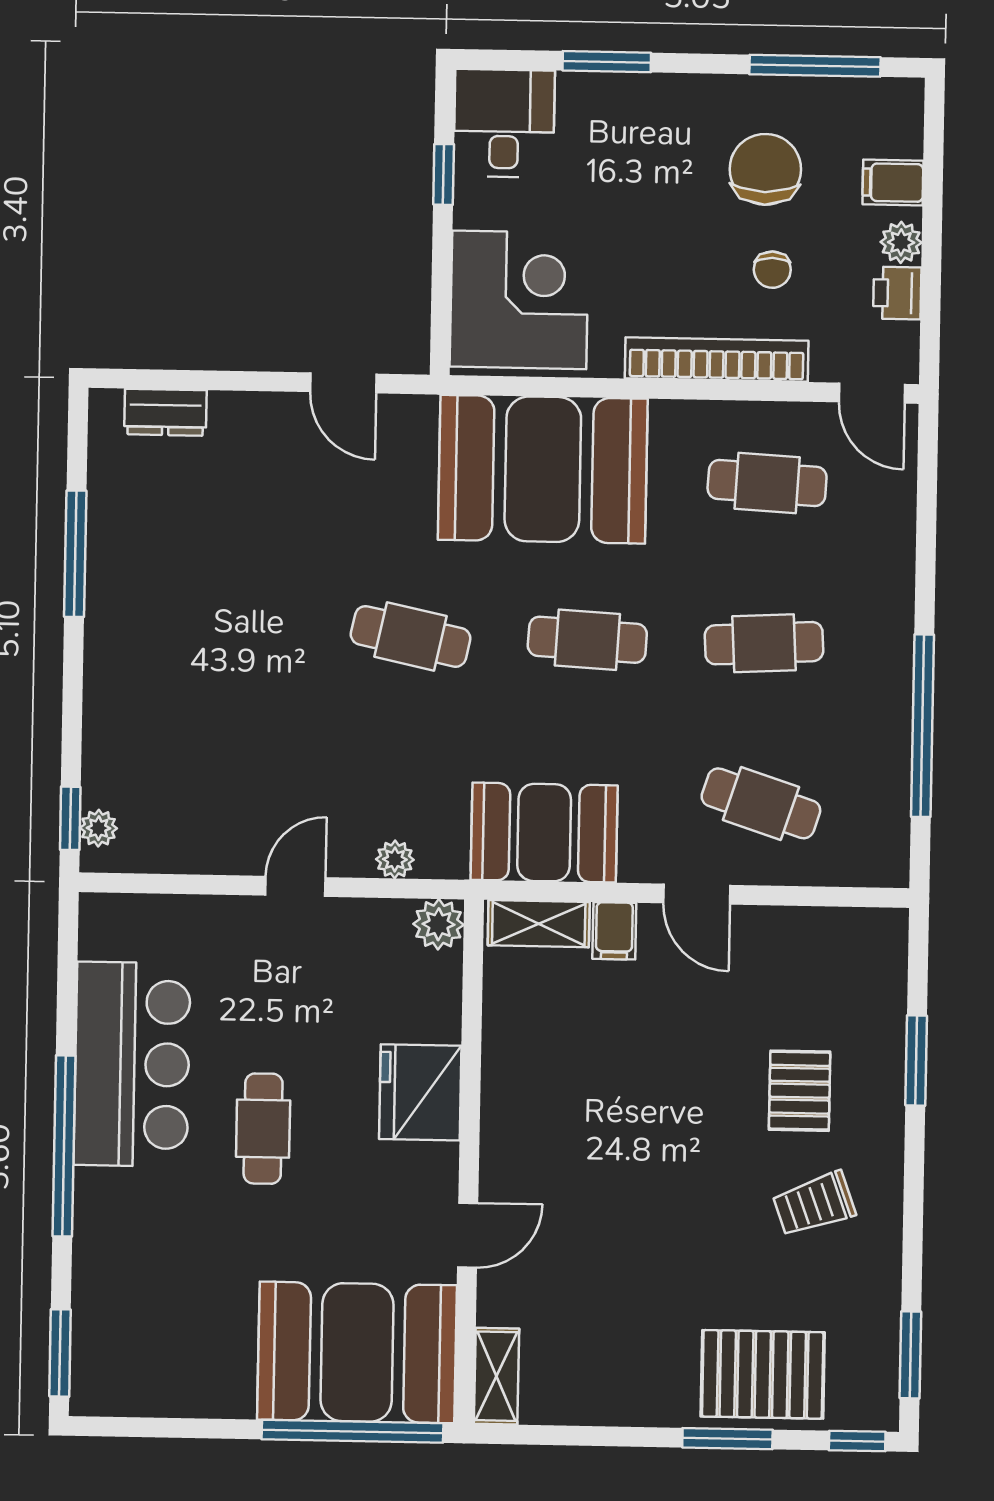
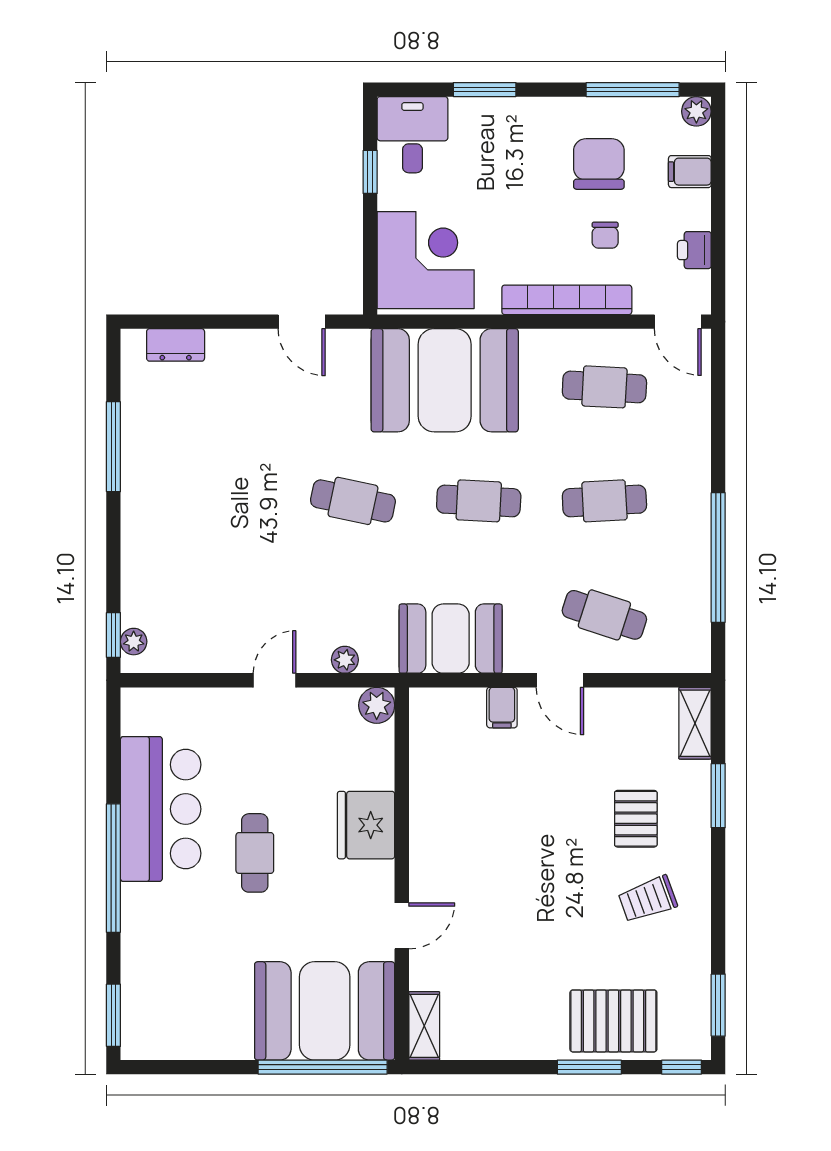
plant: (901, 242) -> (696, 111), moved
shelving: (539, 924) -> (695, 723), moved, turned 90

